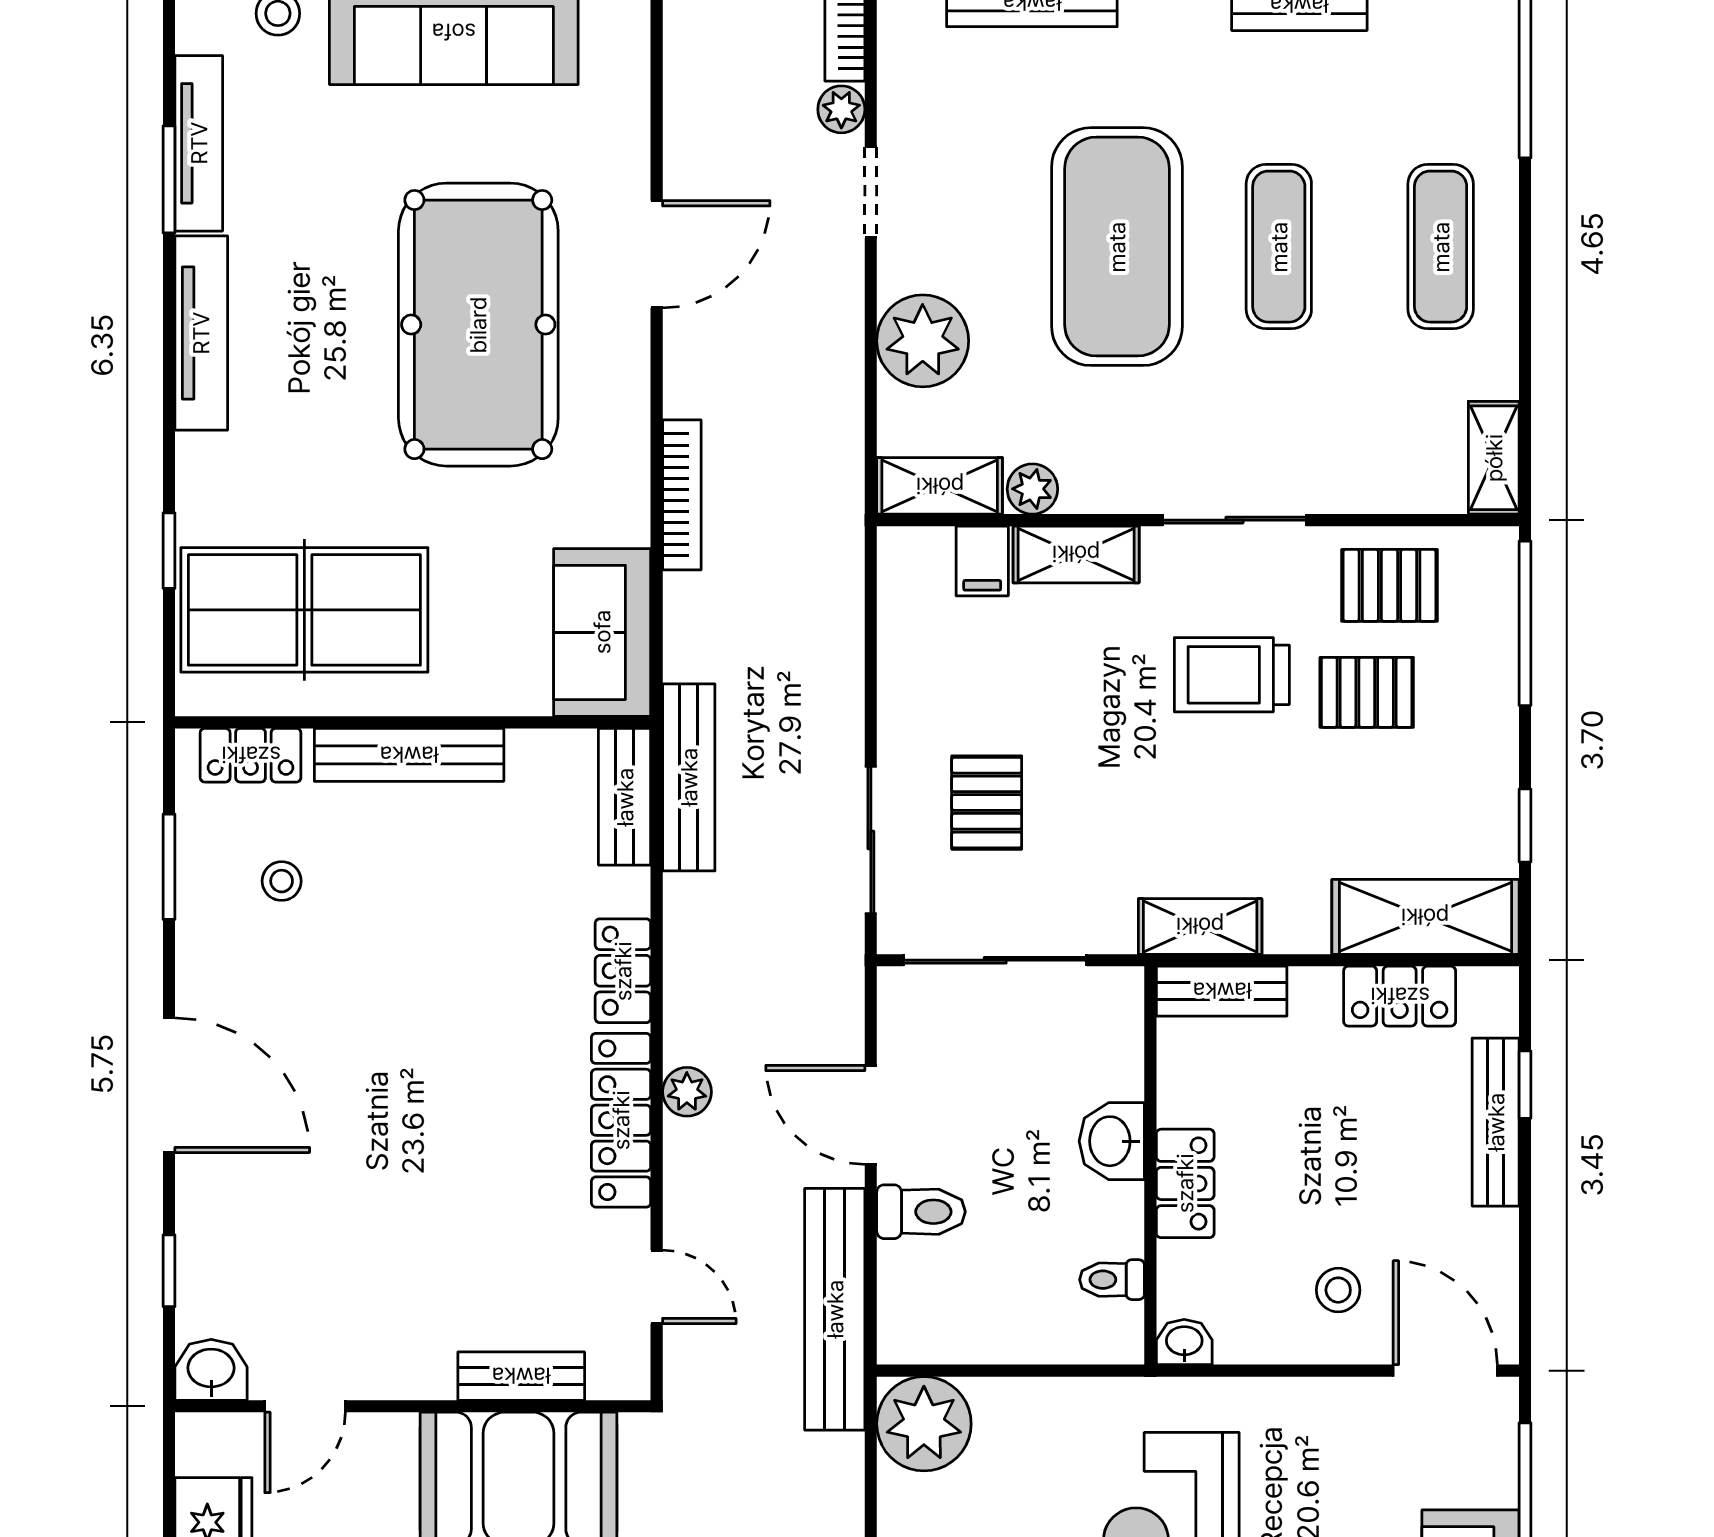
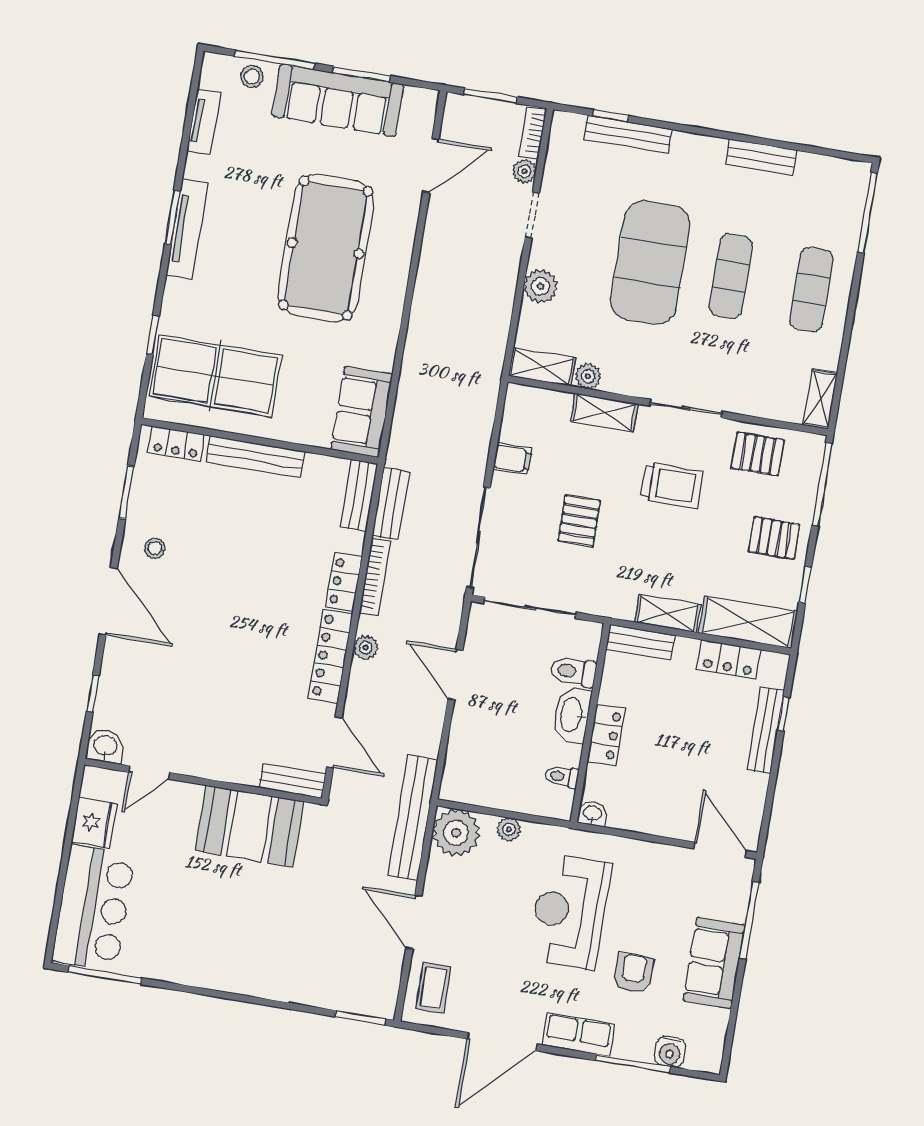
tv unit: (199, 143) -> (204, 122), width x0.71
window: (169, 179) -> (172, 218), moved
door: (657, 254) -> (431, 165), moved
plant: (923, 341) -> (541, 286), width x0.73, depth x0.73
bookcase: (682, 495) -> (375, 577), moved
filing cabinet: (982, 561) -> (512, 459), moved, turned -90
trolley: (1232, 675) -> (672, 485), turned 180
pallet: (1367, 692) -> (774, 538), moved
bench: (689, 777) -> (391, 504), width x0.73
pallet: (987, 803) -> (579, 521), moved
sliding door: (871, 840) -> (478, 538), width x1.37
stool: (282, 881) -> (155, 548), moved
shelving: (1200, 926) -> (668, 614), moved
washbasin: (1112, 1141) -> (572, 715), width x1.38
toilet: (921, 1212) -> (573, 672), moved, turned 180
door: (657, 1287) -> (334, 742), width x1.38
stool: (1338, 1290) -> (673, 801), removed
bench: (835, 1309) -> (413, 817), moved
bench: (521, 1376) -> (292, 781), moved
plant: (1026, 1400) -> (509, 829), added

